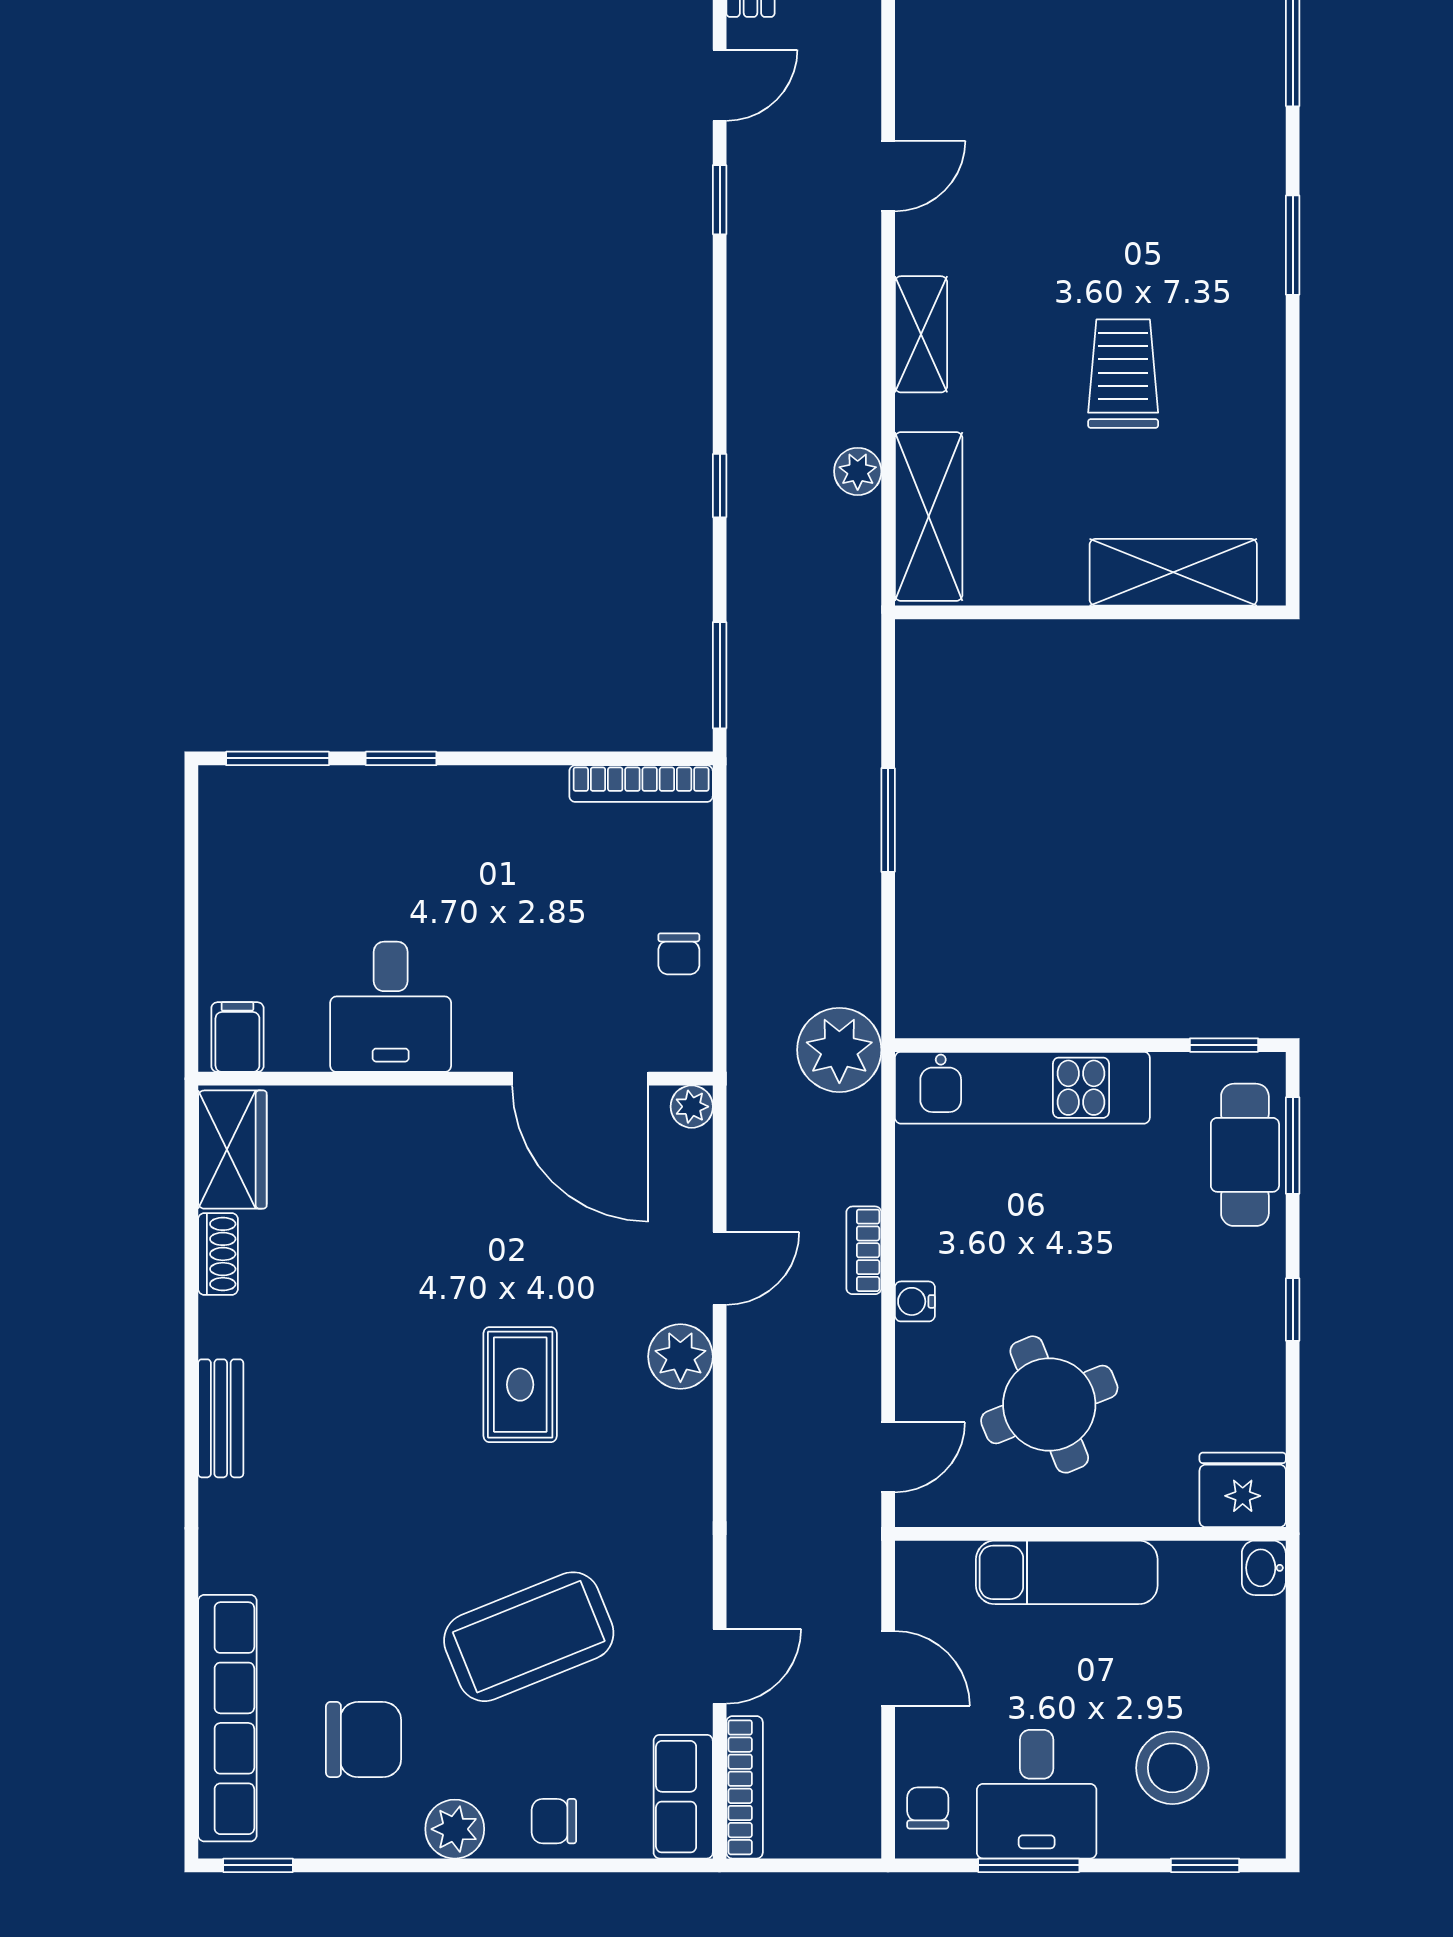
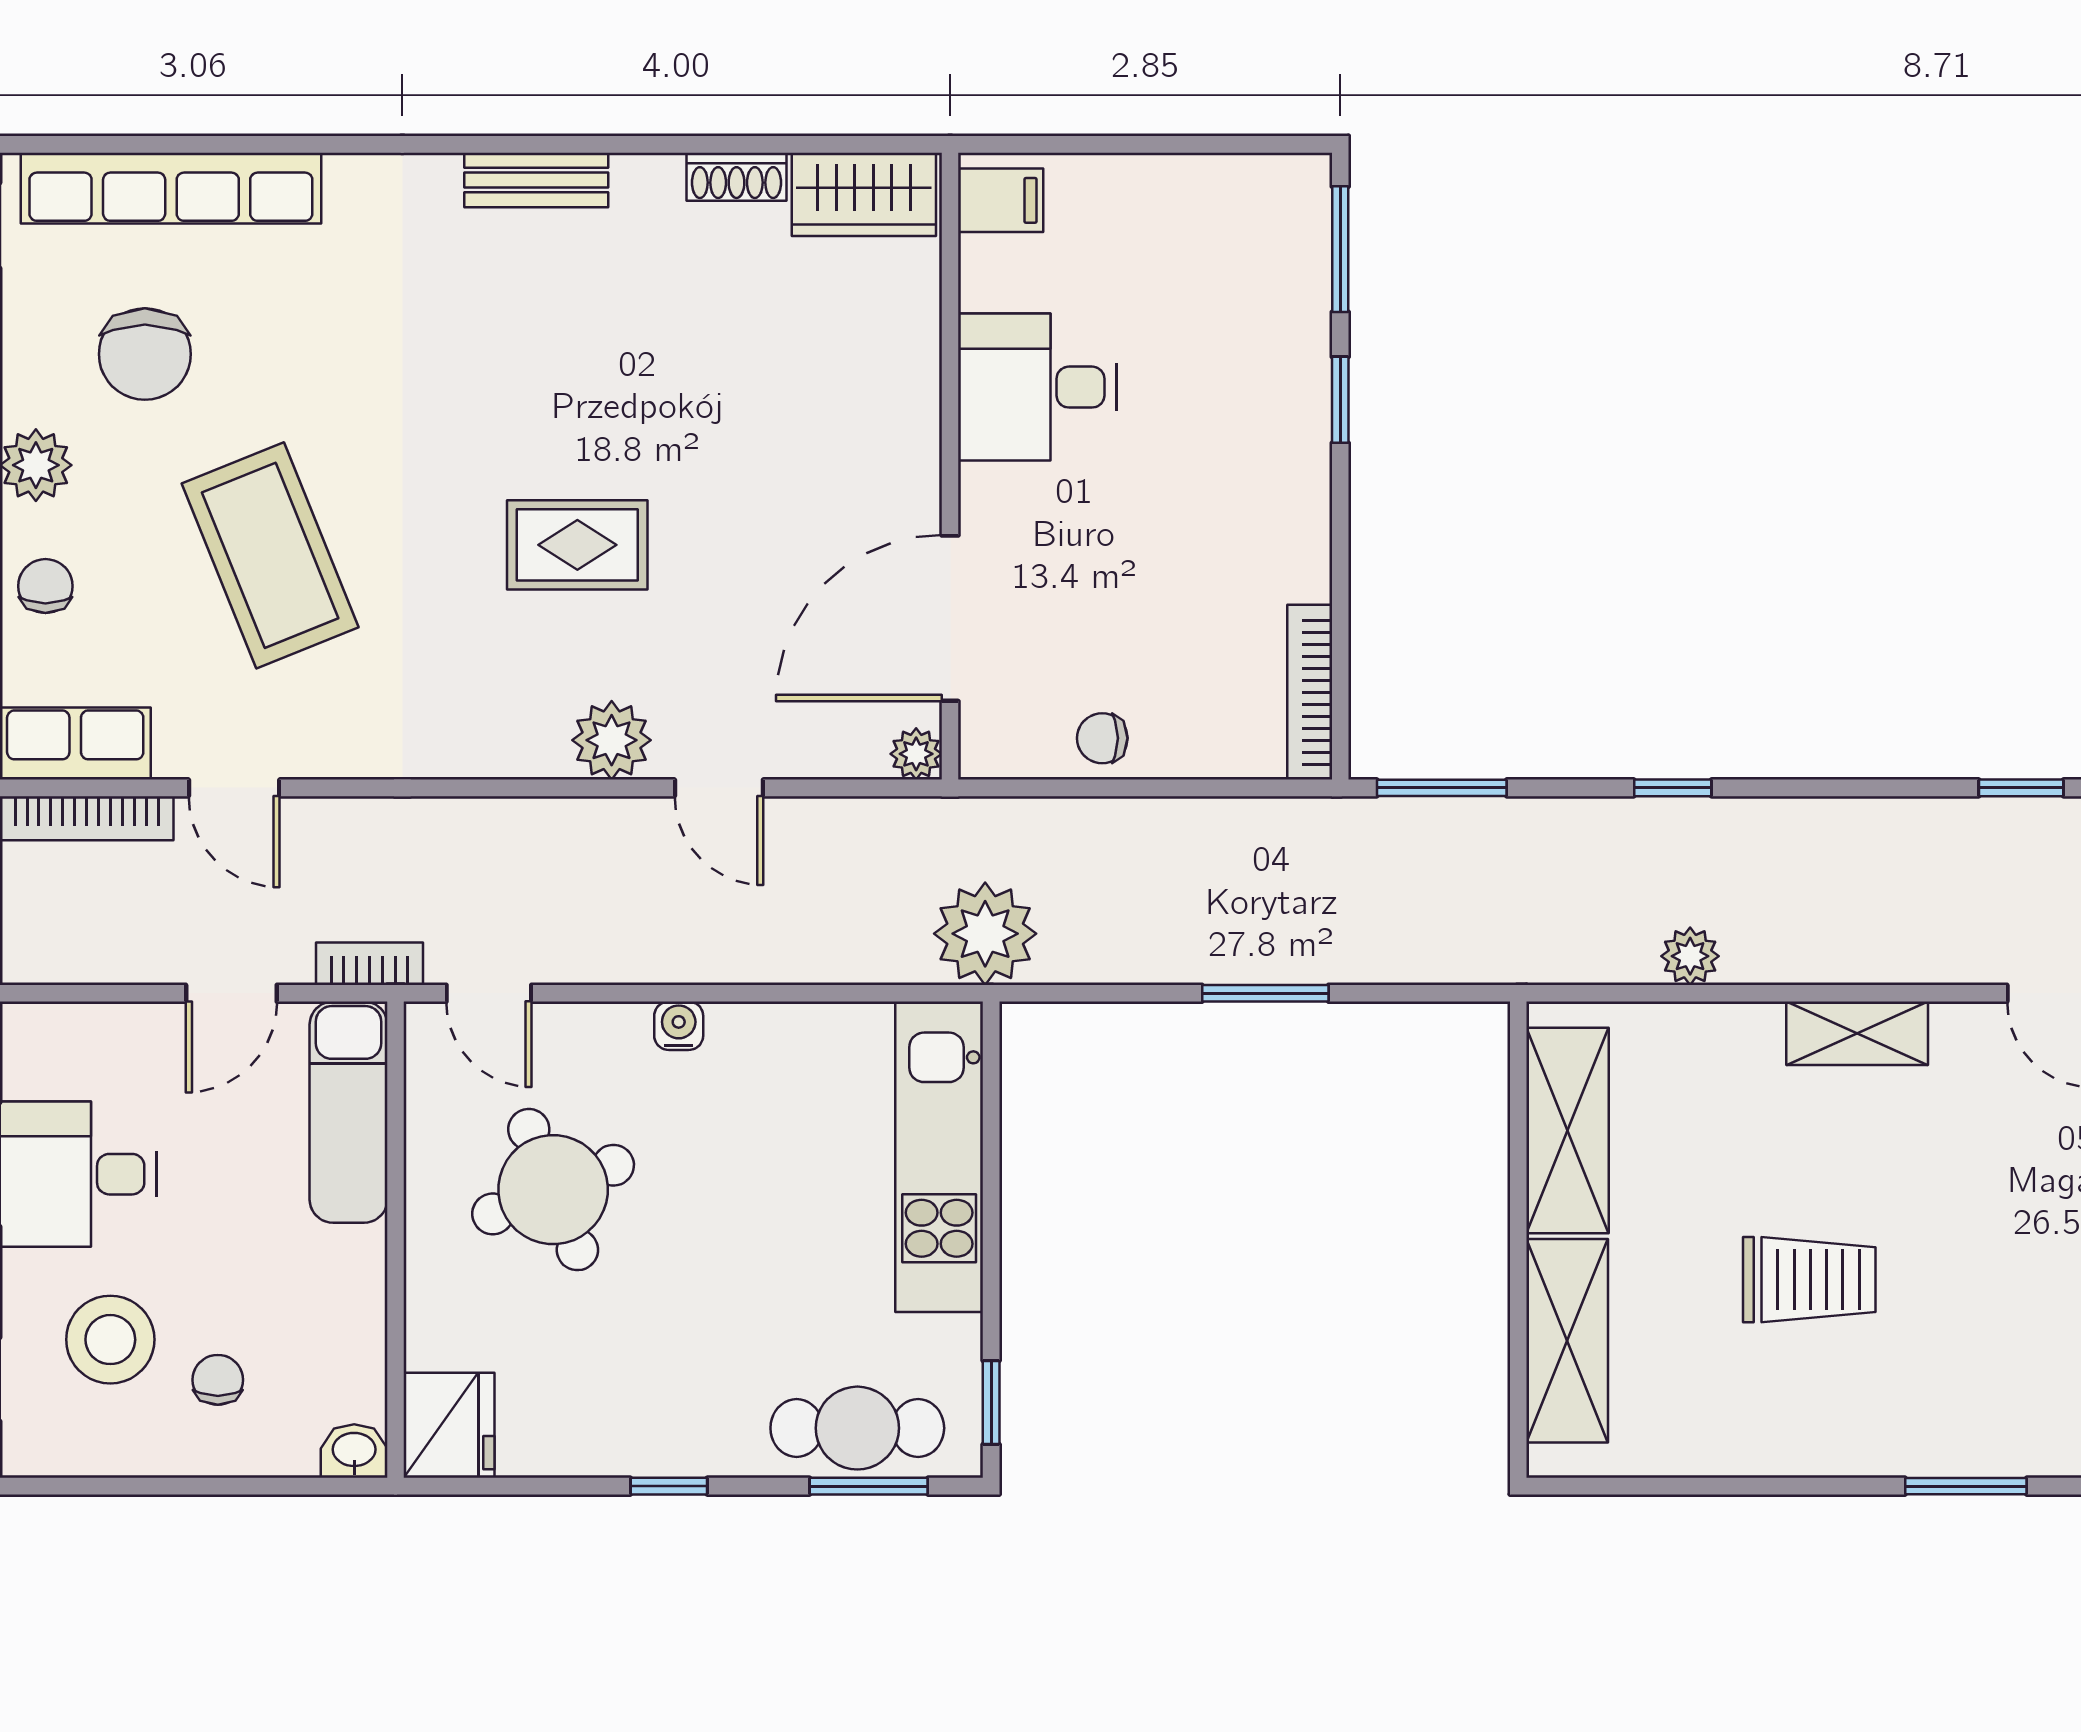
shelving: (929, 516) -> (1568, 1130), moved, turned 90
bookcase: (864, 1250) -> (369, 964), moved
exam couch: (1067, 1572) -> (349, 1112), moved
chair: (928, 1808) -> (218, 1380), moved, turned -90

